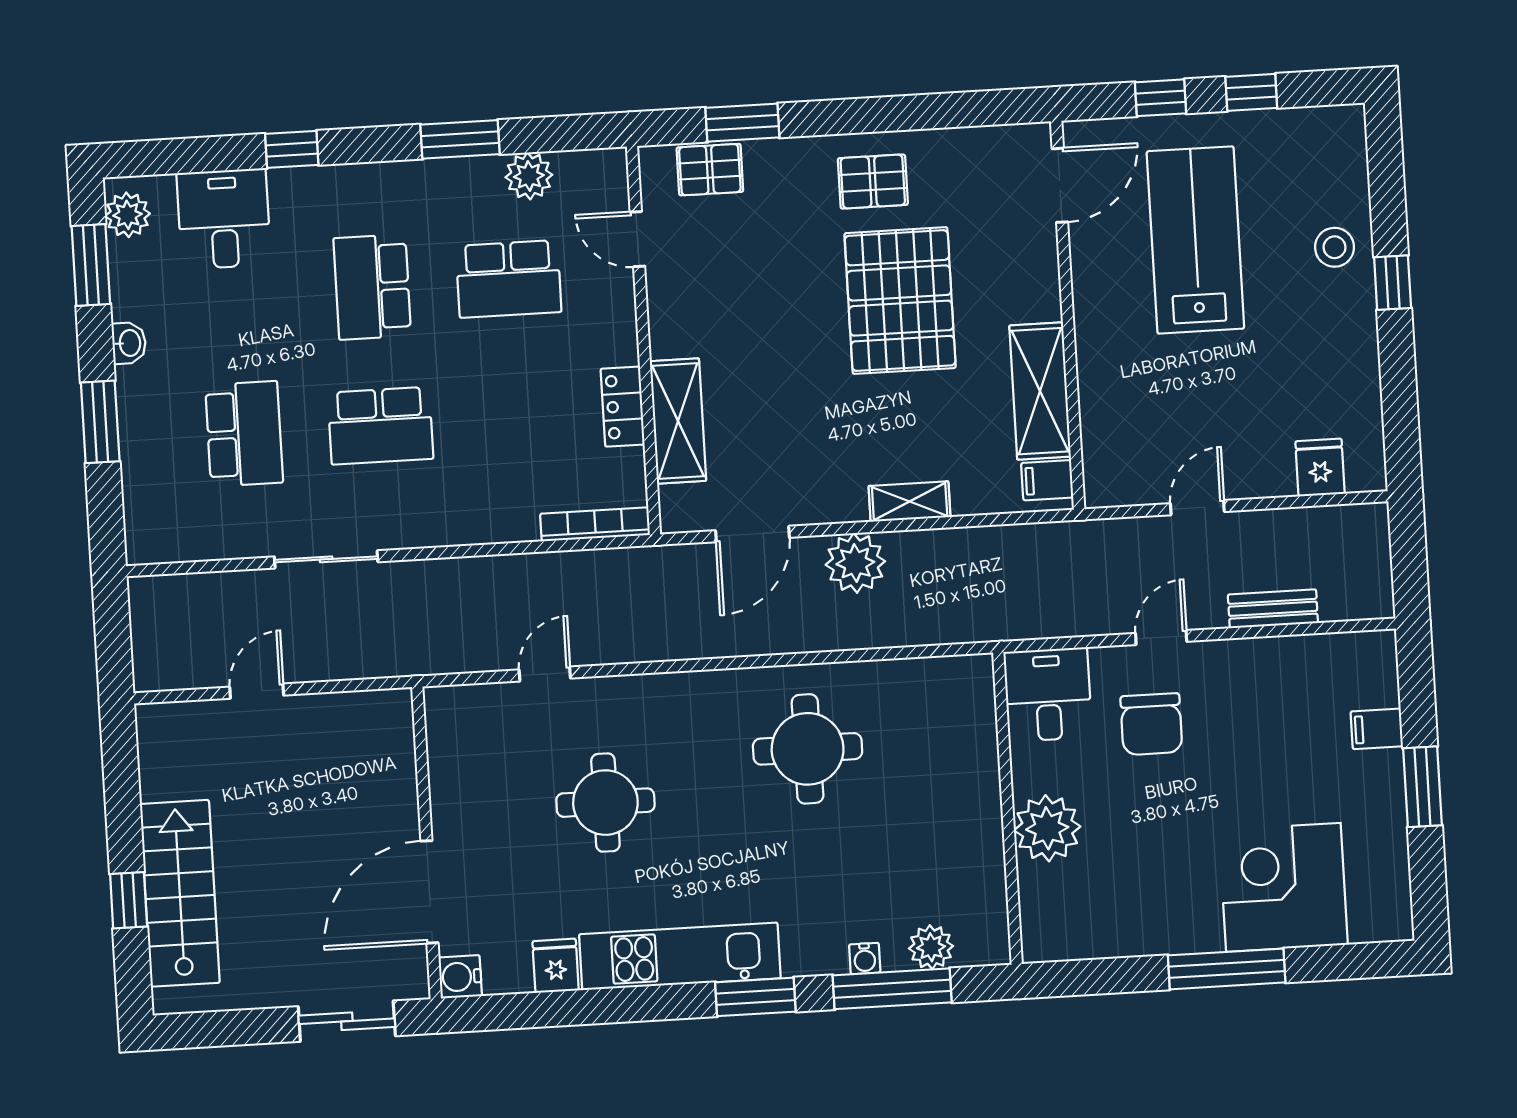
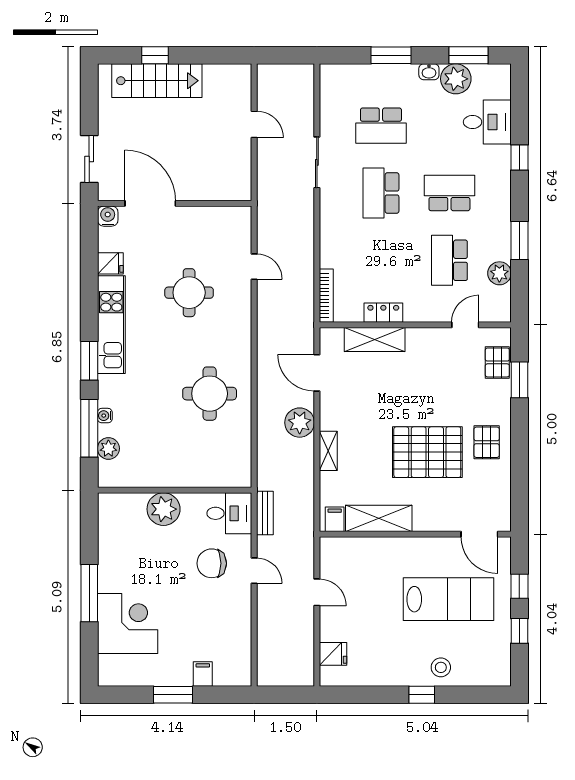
plant: (127, 215) -> (456, 79), moved, width x1.36, depth x1.36
bench: (1273, 609) -> (265, 513), moved

